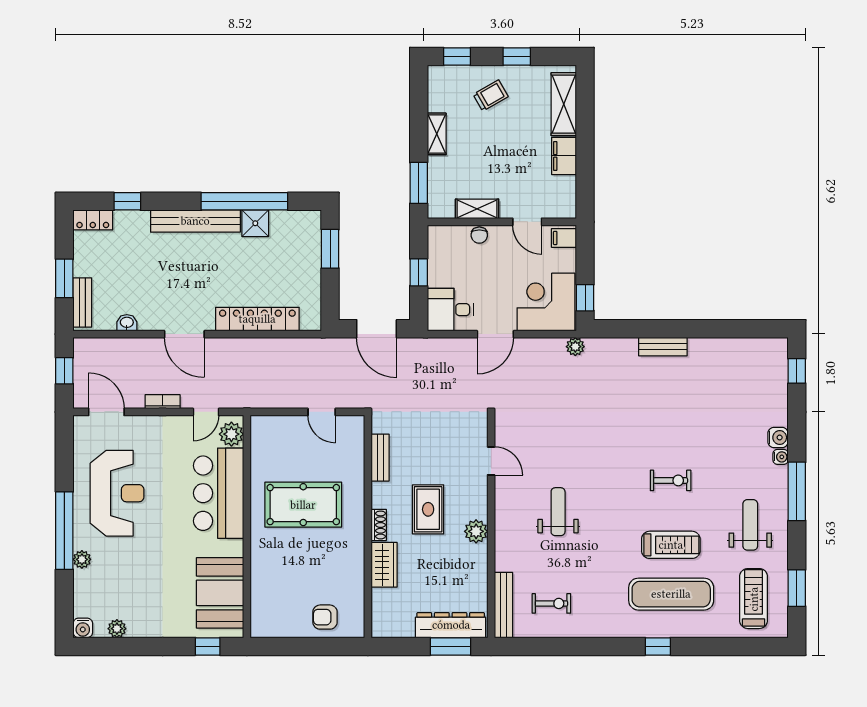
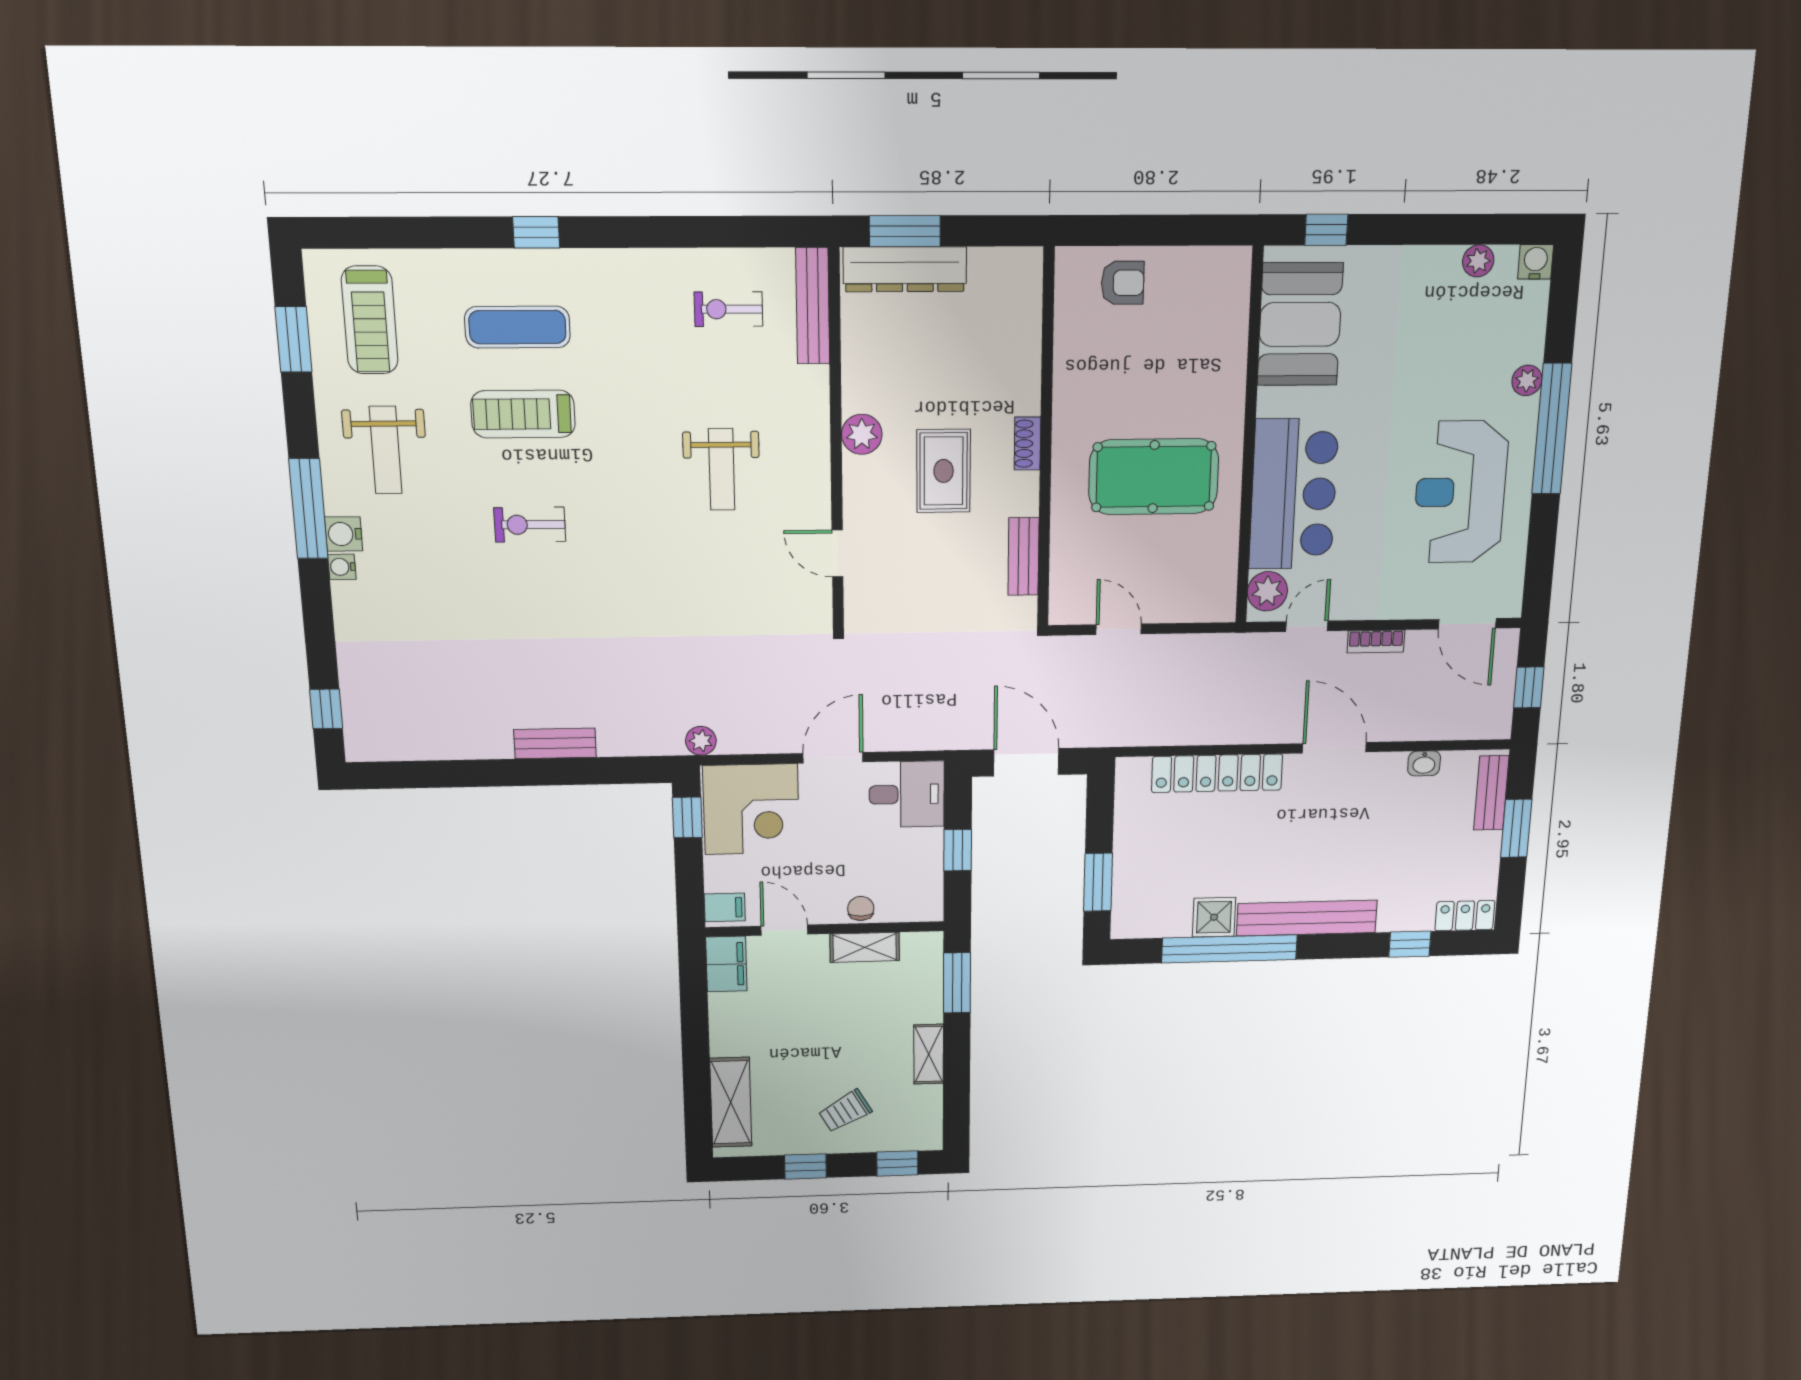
filing cabinet: (564, 156) -> (726, 964), moved
water cooler: (778, 437) -> (344, 534), moved
wardrobe: (384, 565) -> (1019, 375), removed
exercise mat: (671, 594) -> (517, 327), width x0.73, depth x0.69

